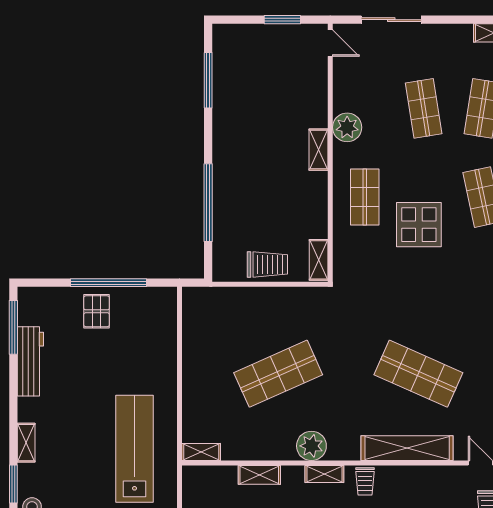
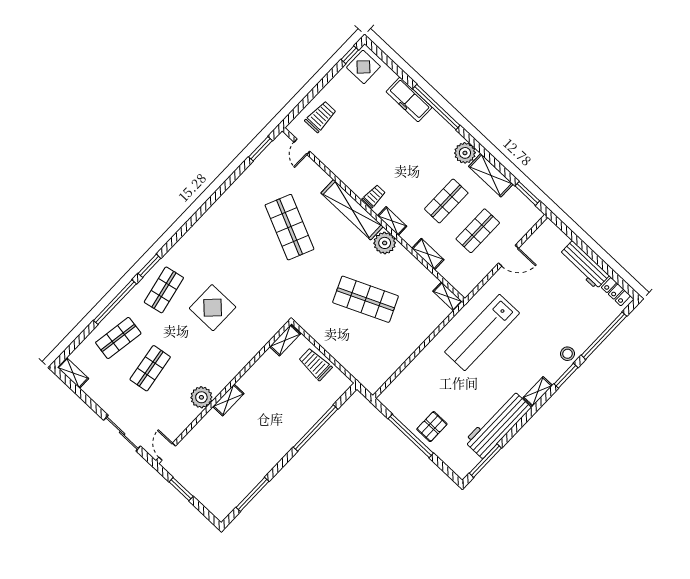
shop shelf: (365, 197) -> (228, 350), removed
workbench: (30, 361) -> (498, 424), width x1.36, depth x1.32
shelving: (407, 448) -> (352, 210), moved

